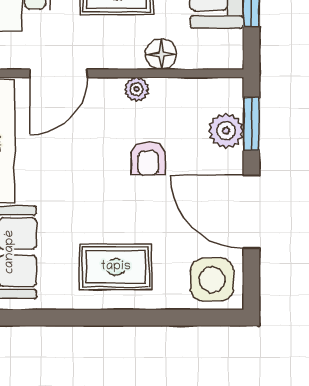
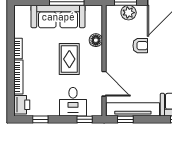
plant: (137, 89) -> (111, 51), removed

